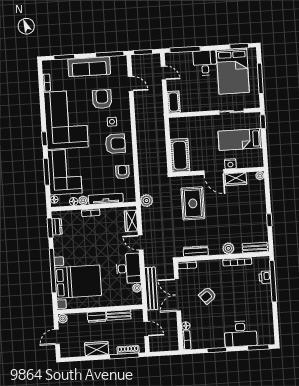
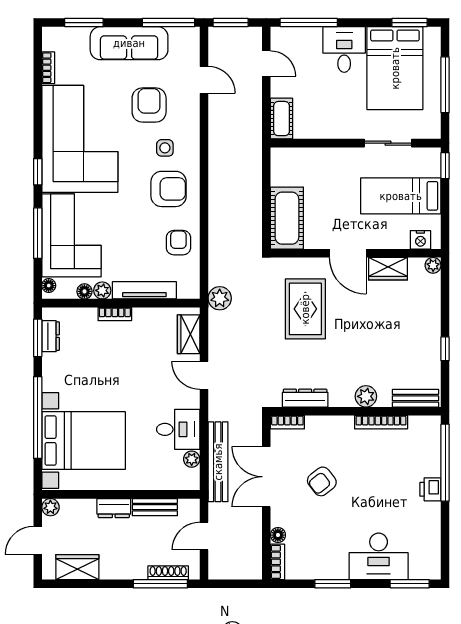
nightstand: (230, 164) -> (420, 240), moved
desk: (128, 268) -> (178, 429), width x0.73
printer: (265, 277) -> (430, 489), moved
door: (146, 329) -> (204, 536), swing flipped
wardrobe: (97, 349) -> (77, 567), moved

